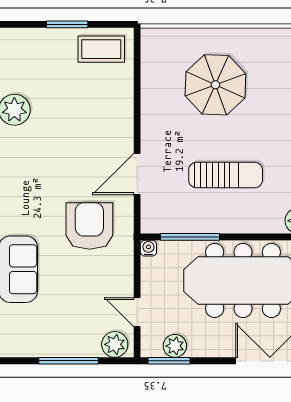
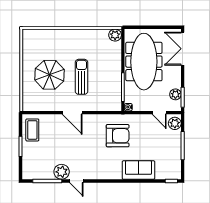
door: (137, 174) -> (72, 113), moved
sun lounger: (226, 175) -> (82, 77), moved
armchair: (89, 226) -> (118, 136), turned 180
door: (137, 312) -> (159, 113), hinge flipped

